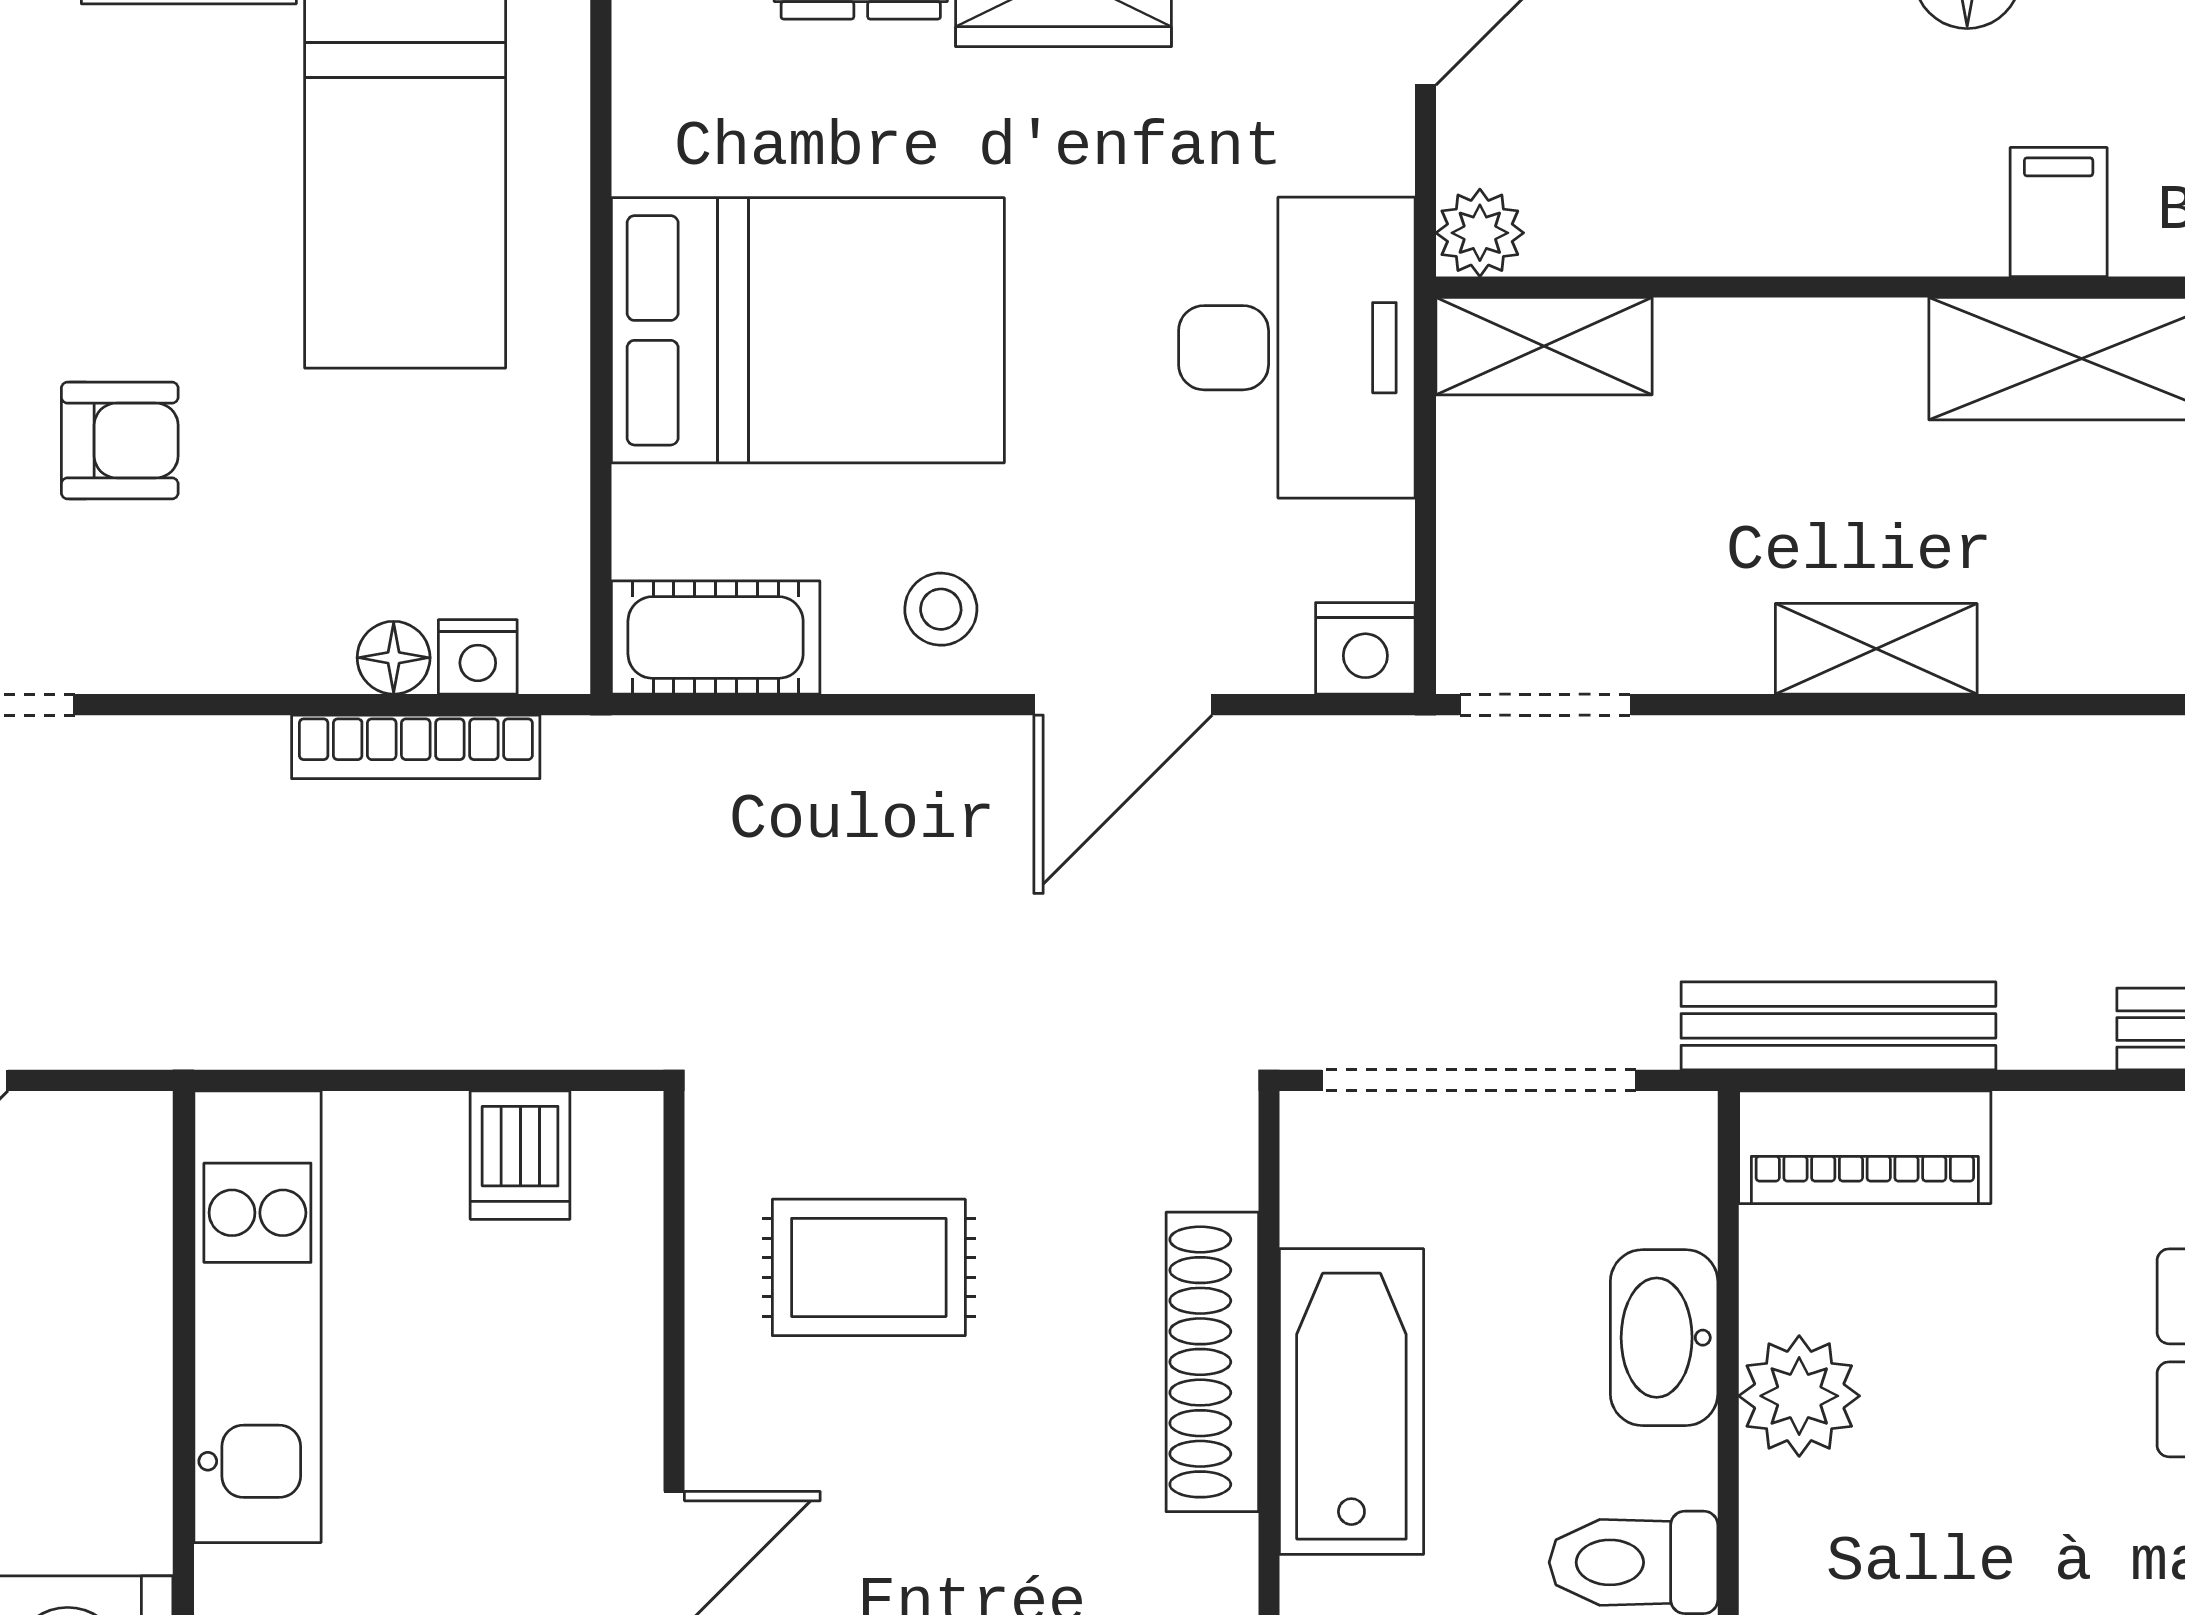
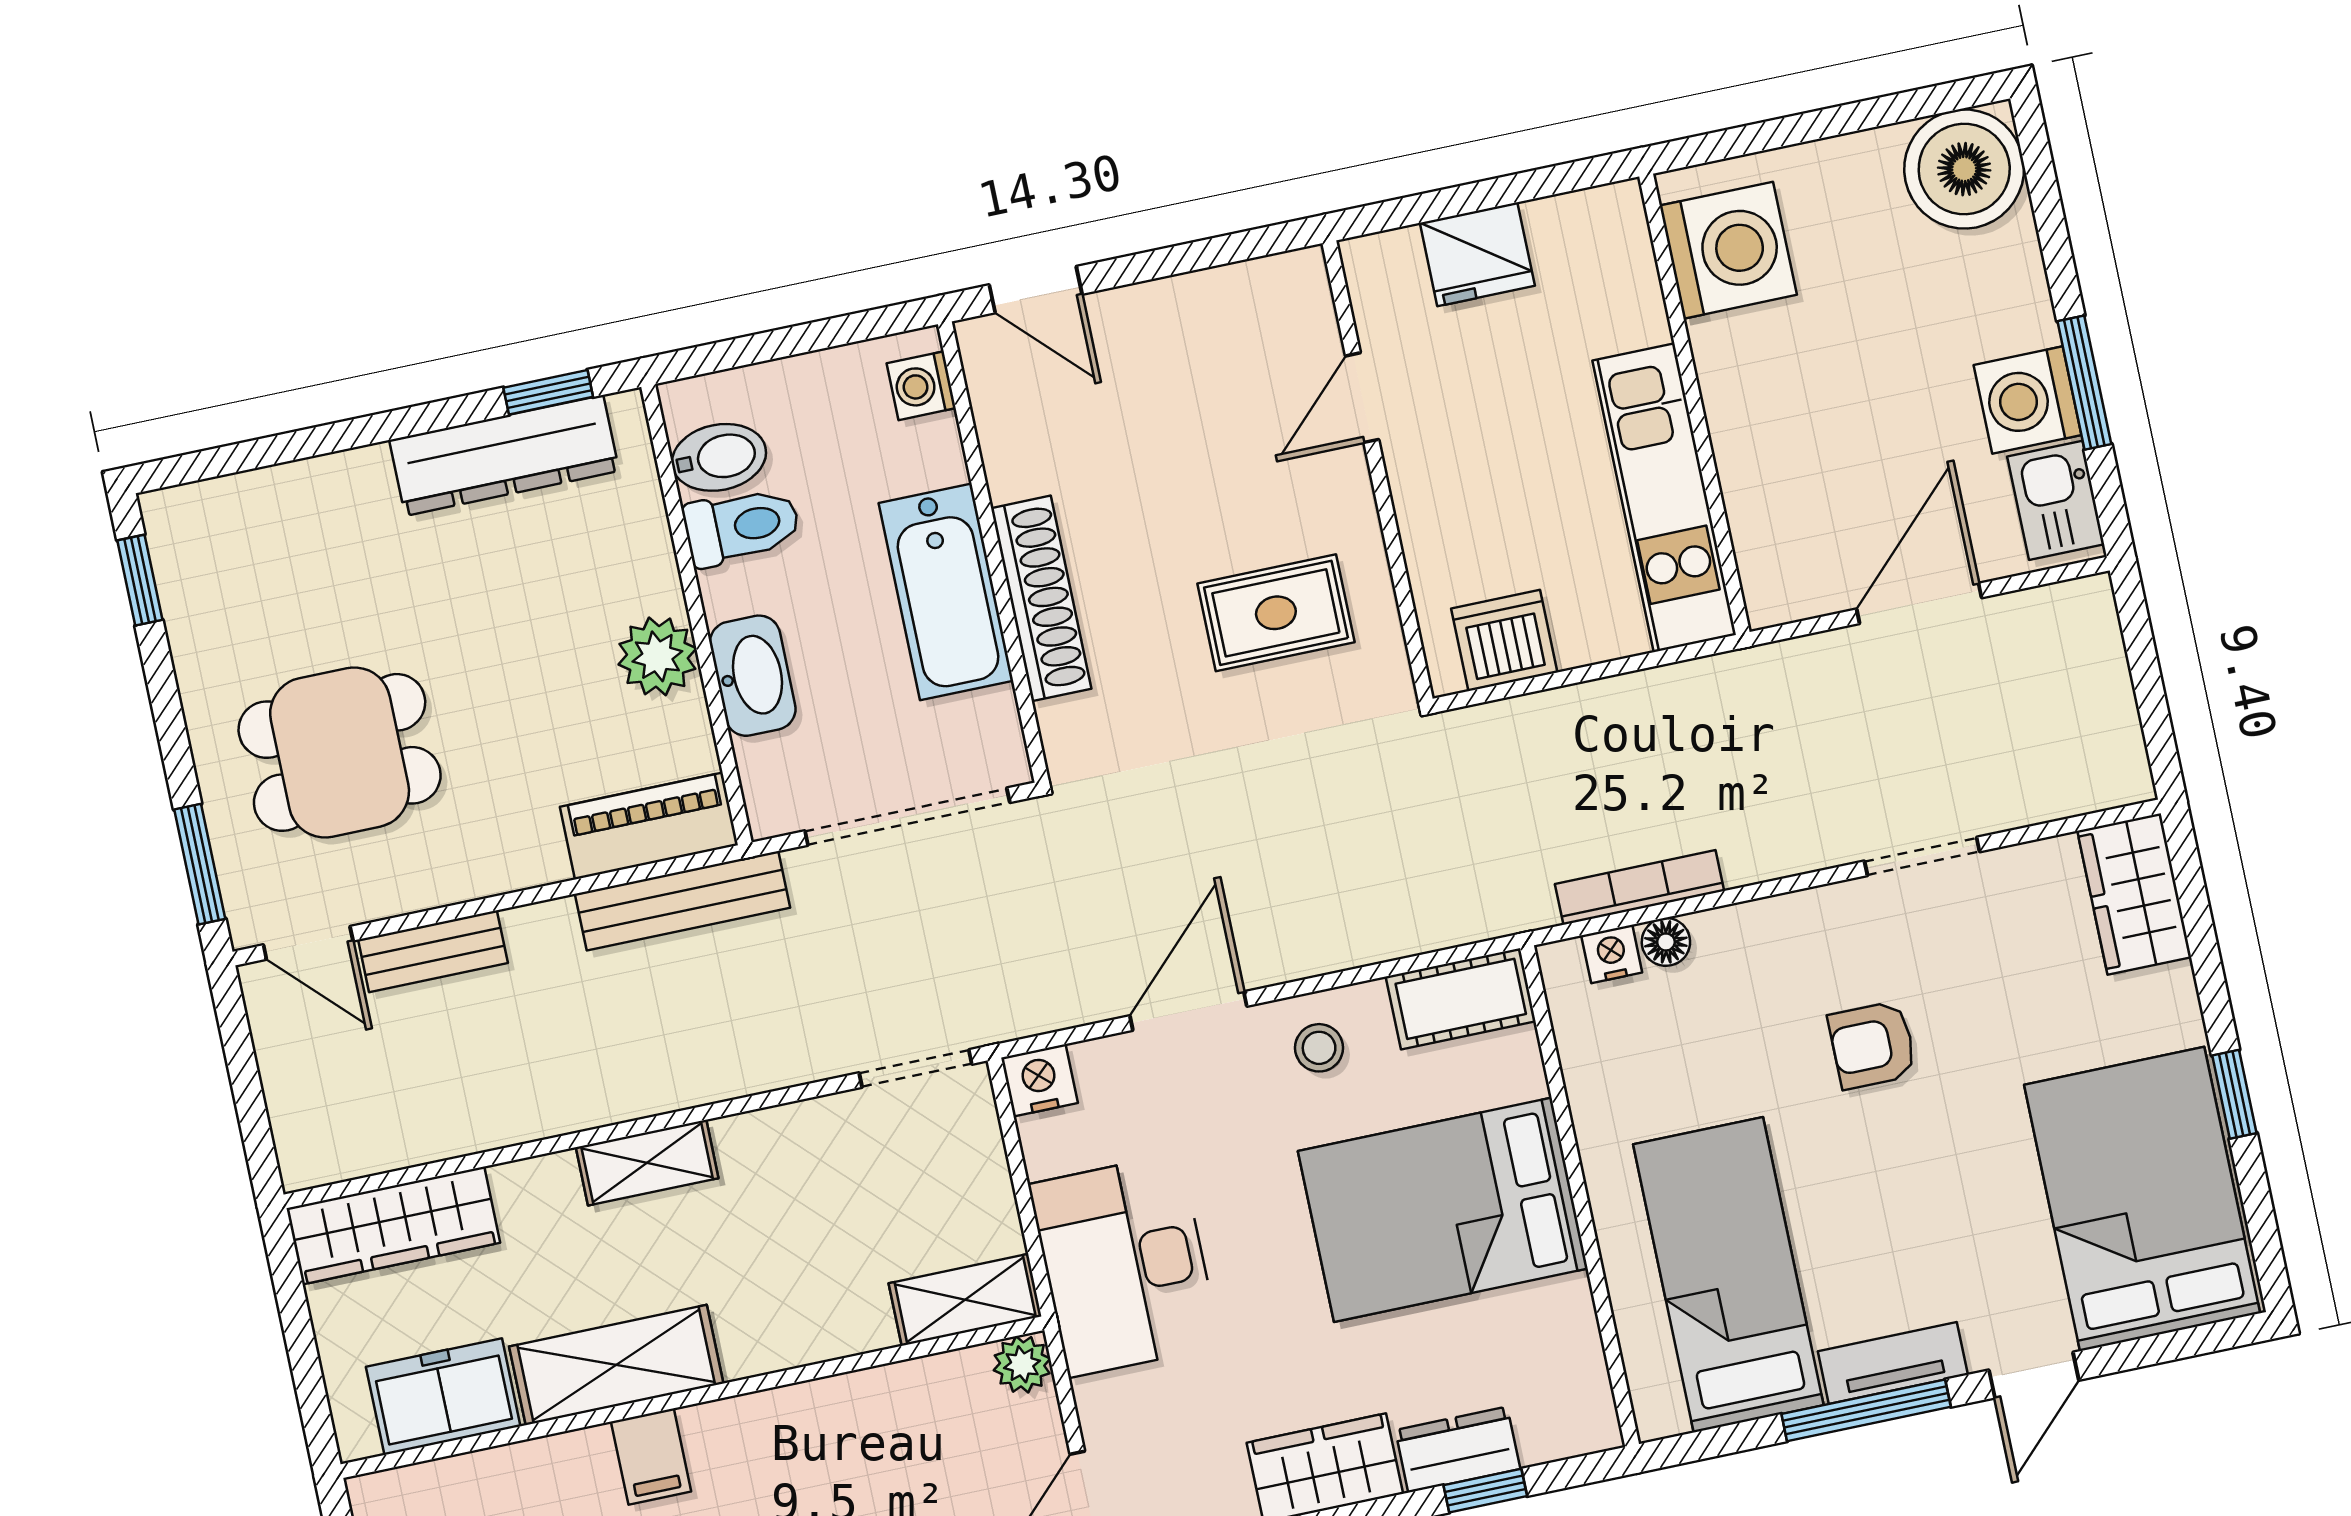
shelving: (1876, 649) -> (647, 1163), moved
dishwasher: (520, 1155) -> (1504, 640), width x1.38

